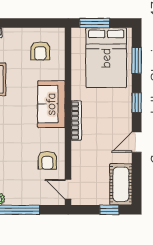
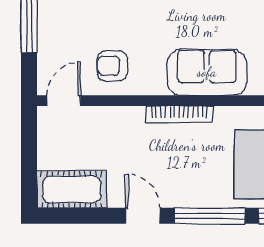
window: (137, 103) -> (209, 216), width x2.17
window: (109, 210) -> (29, 170), removed

